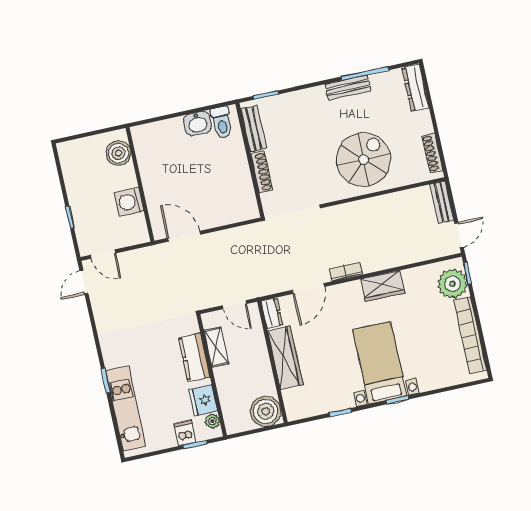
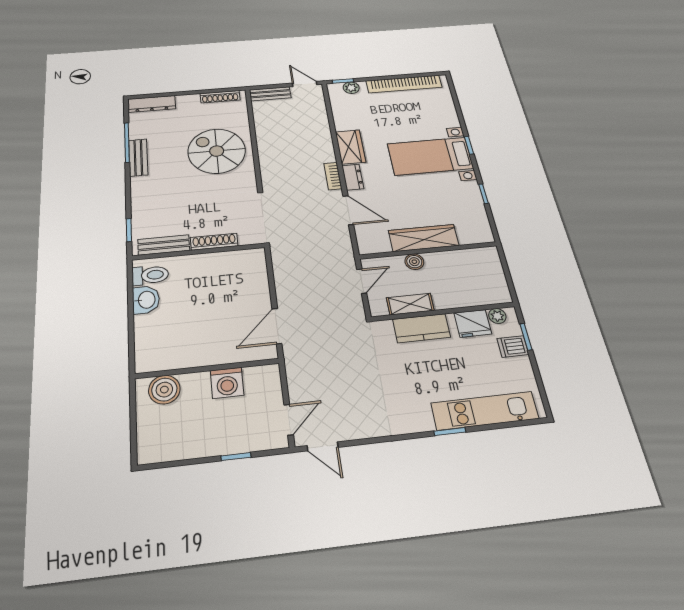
plant: (452, 284) -> (351, 88), width x0.53, depth x0.53
dresser: (272, 313) -> (353, 177), moved, turned 90
boiler: (266, 411) -> (414, 262), moved, width x0.54, depth x0.54

